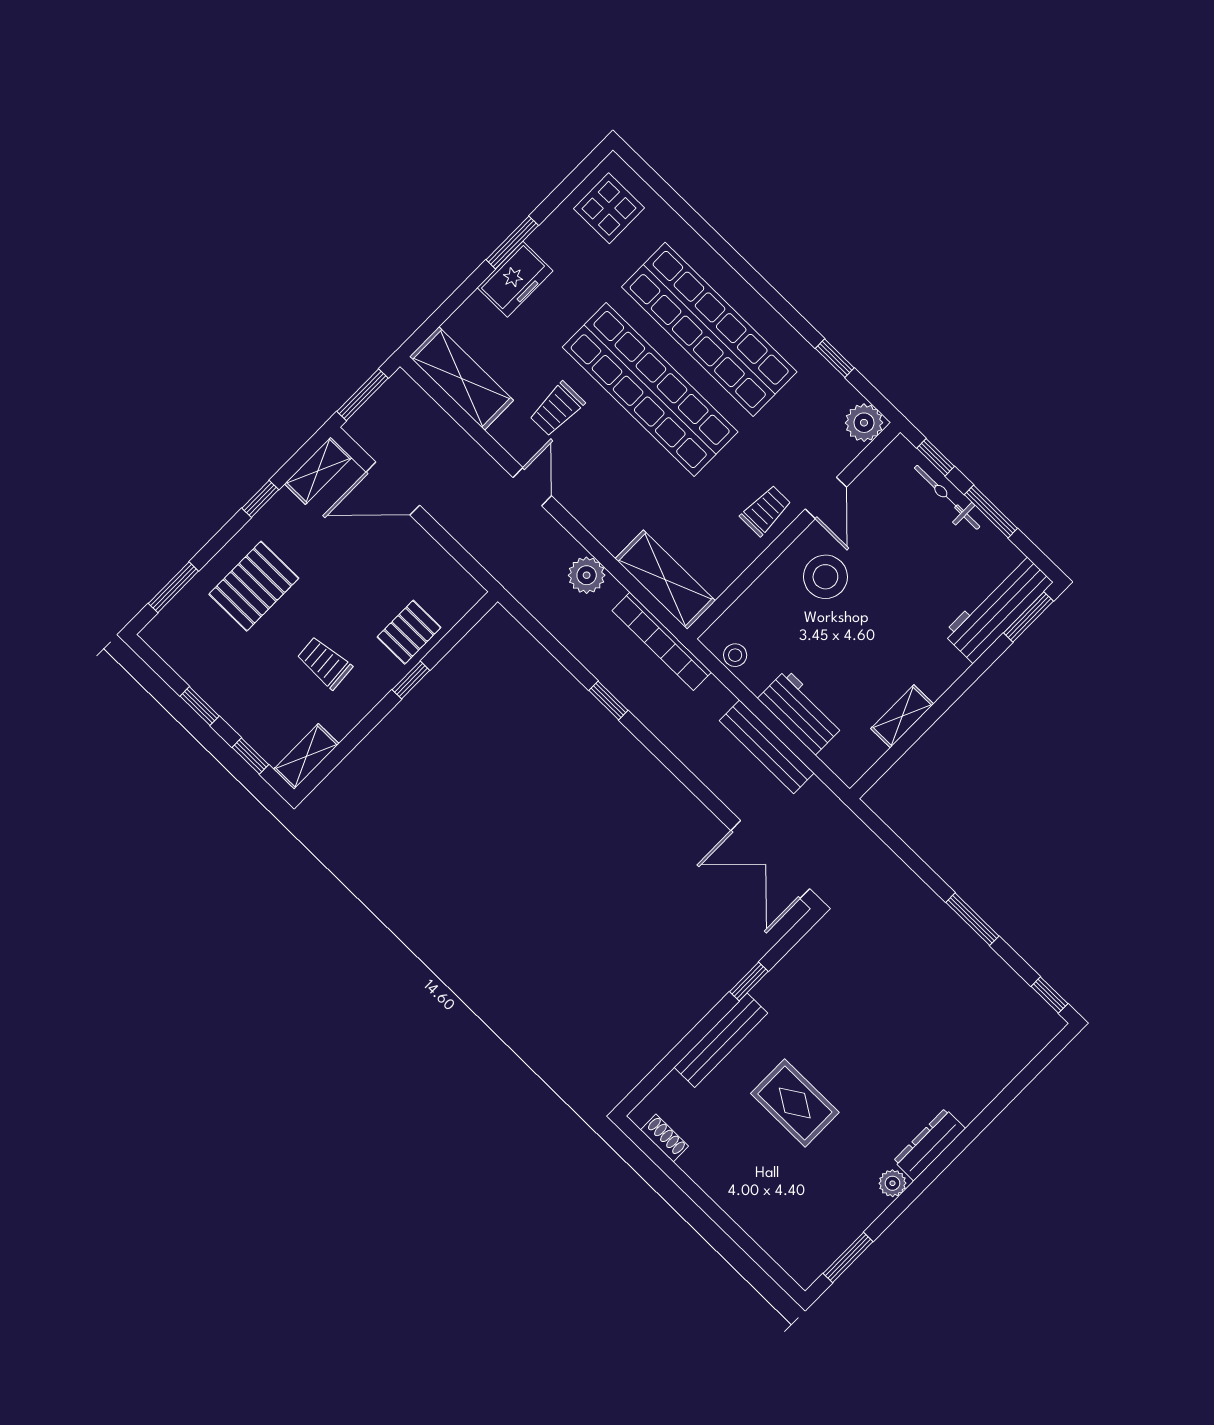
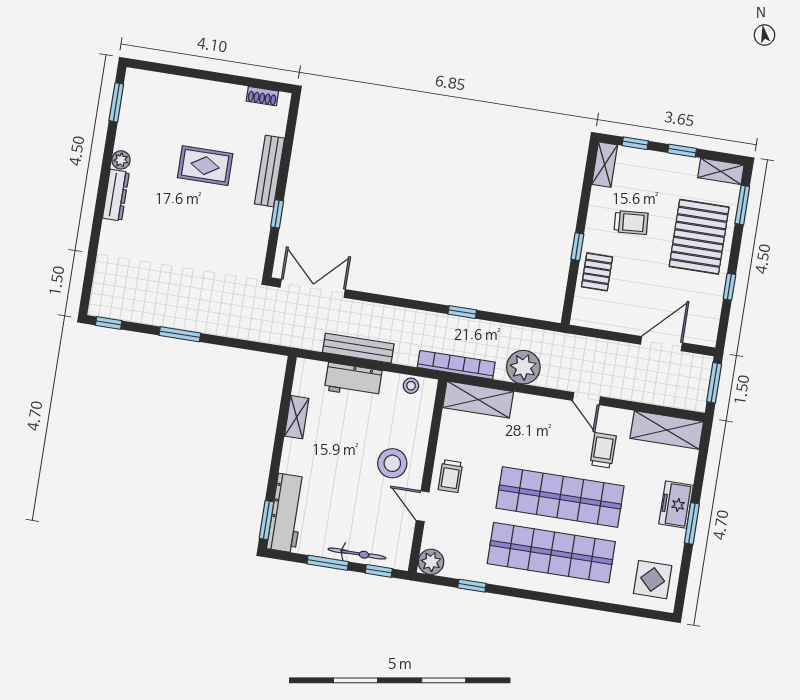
shelving: (318, 471) -> (721, 171), moved, turned 90
plant: (587, 575) -> (523, 367), width x1.36, depth x1.36
pallet: (254, 586) -> (699, 237), width x1.37, depth x1.41

